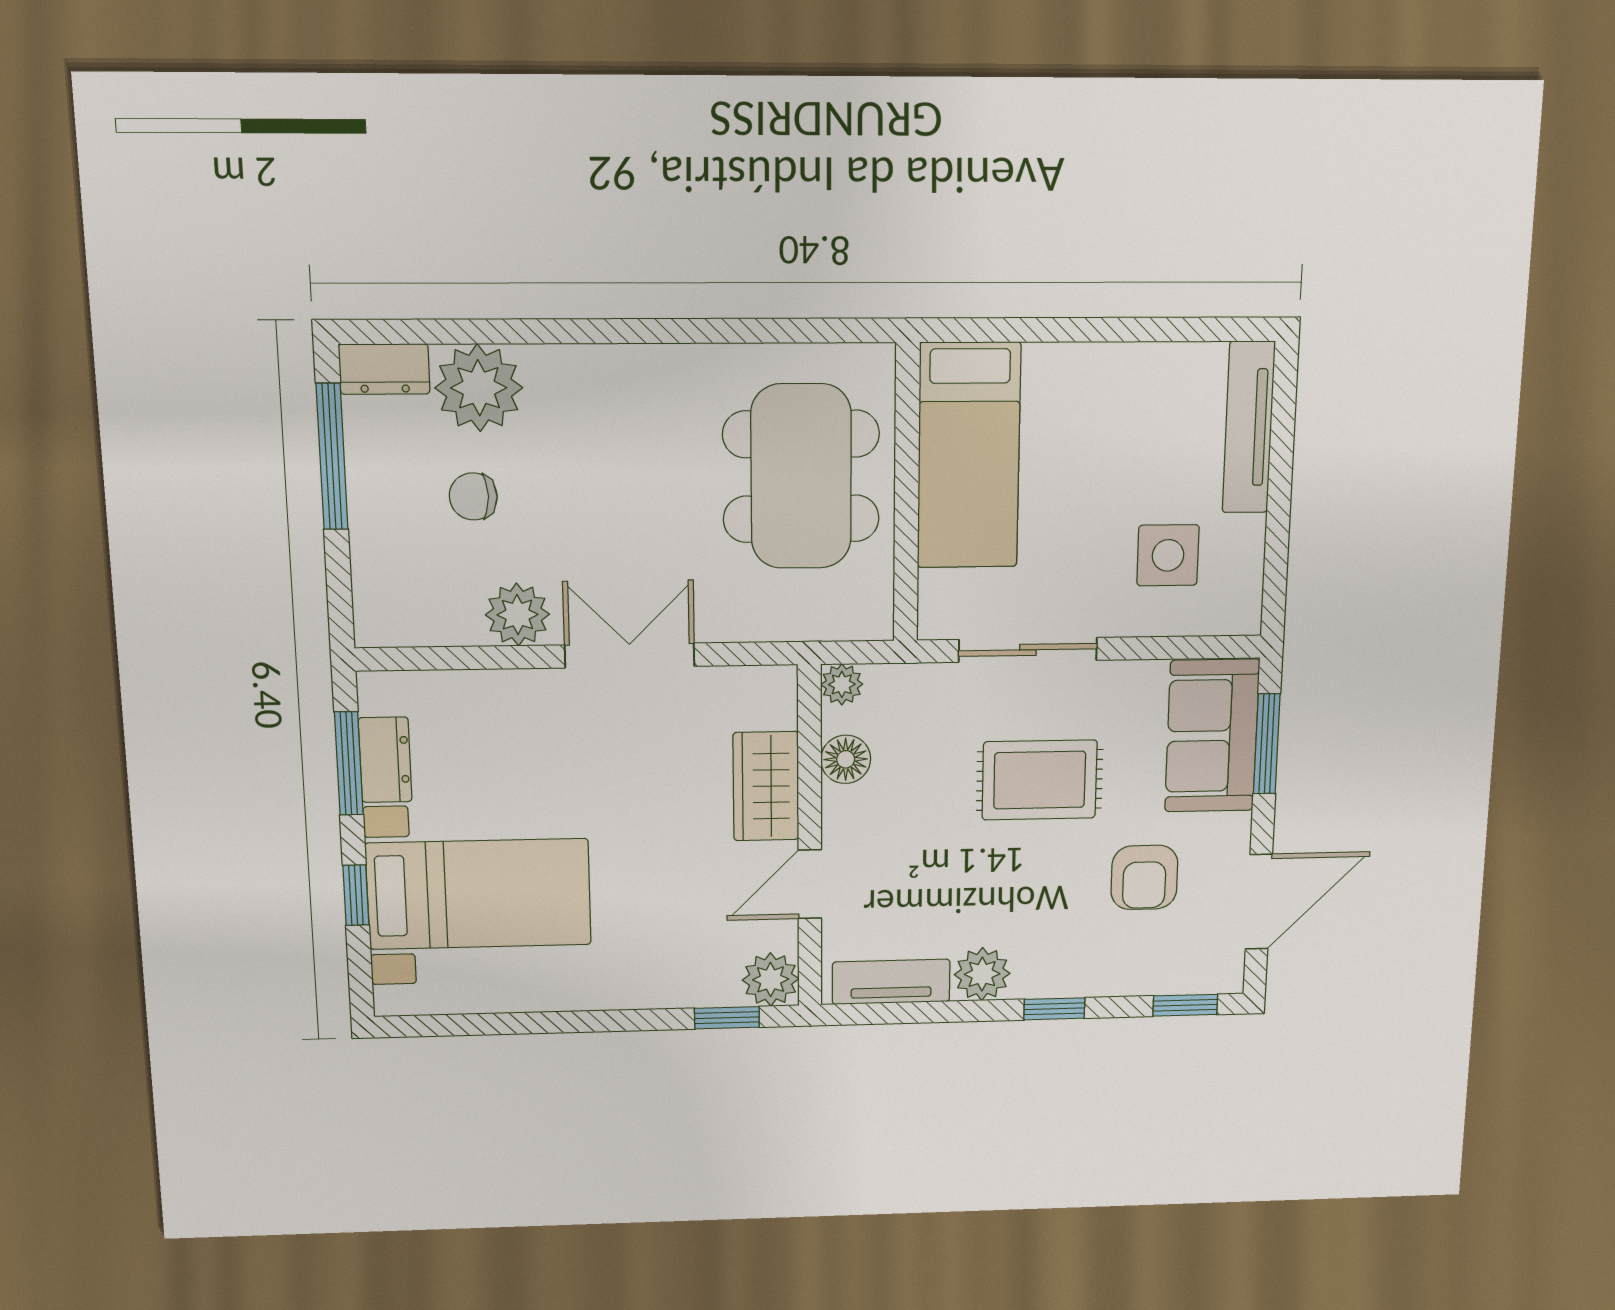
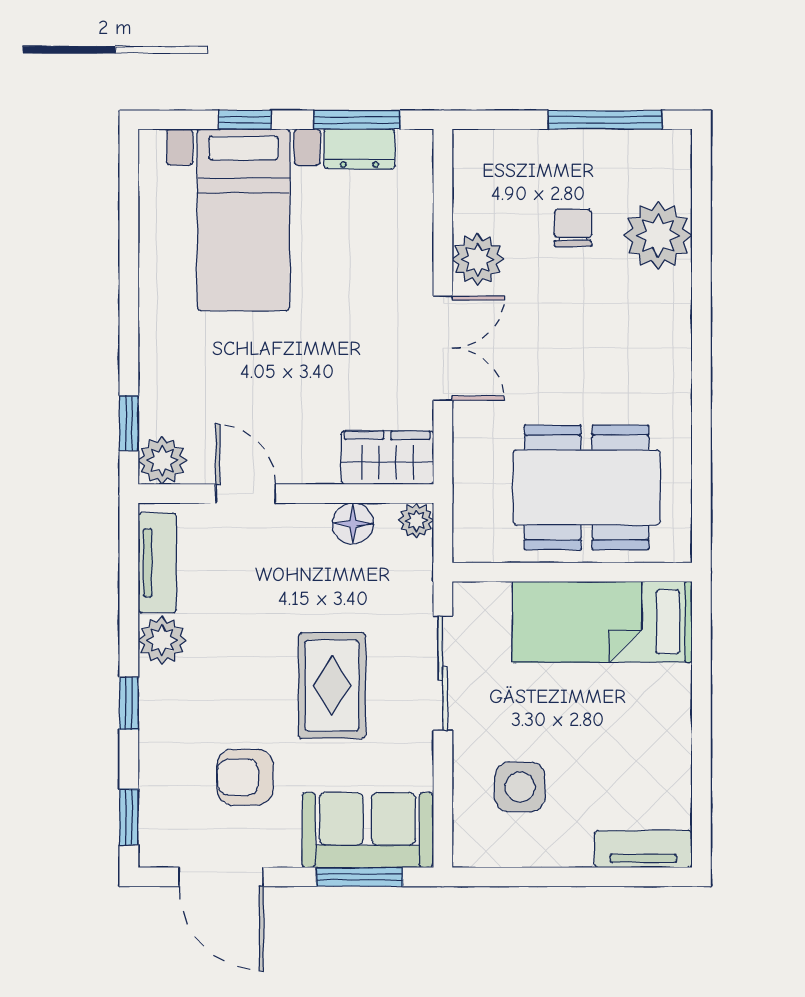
dresser: (384, 369) -> (673, 163), removed
tv unit: (1249, 427) -> (643, 849), width x0.71
wardrobe: (766, 786) -> (387, 458), moved

